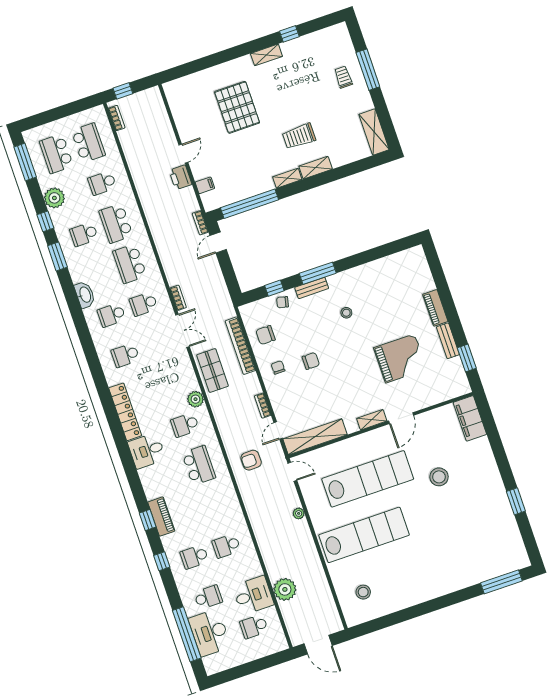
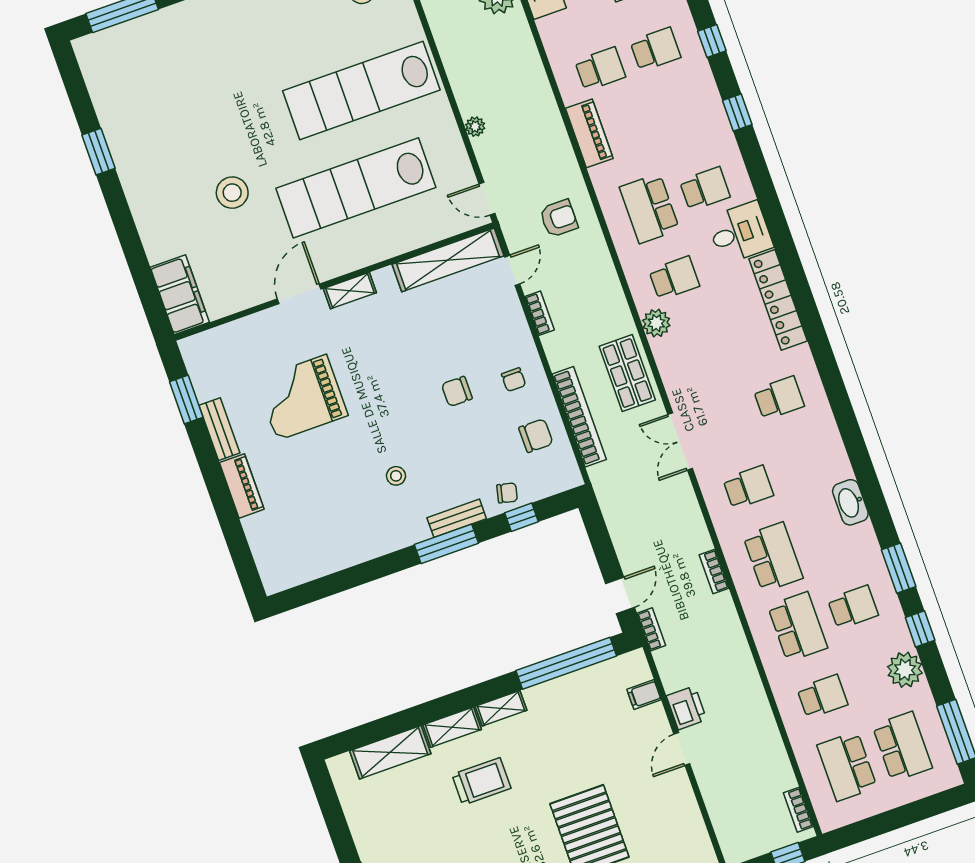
shelving: (374, 132) -> (390, 752), moved, turned 90
bookcase: (178, 298) -> (714, 571), moved
school desk: (112, 315) -> (705, 189), moved
piano: (161, 517) -> (589, 133), moved, turned 180

